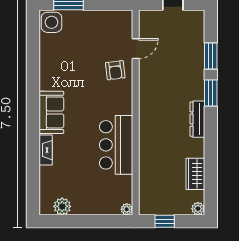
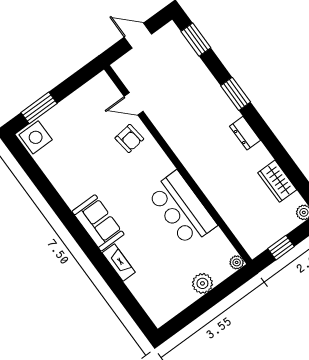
door: (136, 49) -> (134, 104), swing flipped
window: (211, 56) -> (196, 40), moved
dresser: (197, 119) -> (245, 133), width x0.70
plant: (62, 206) -> (202, 283), moved

